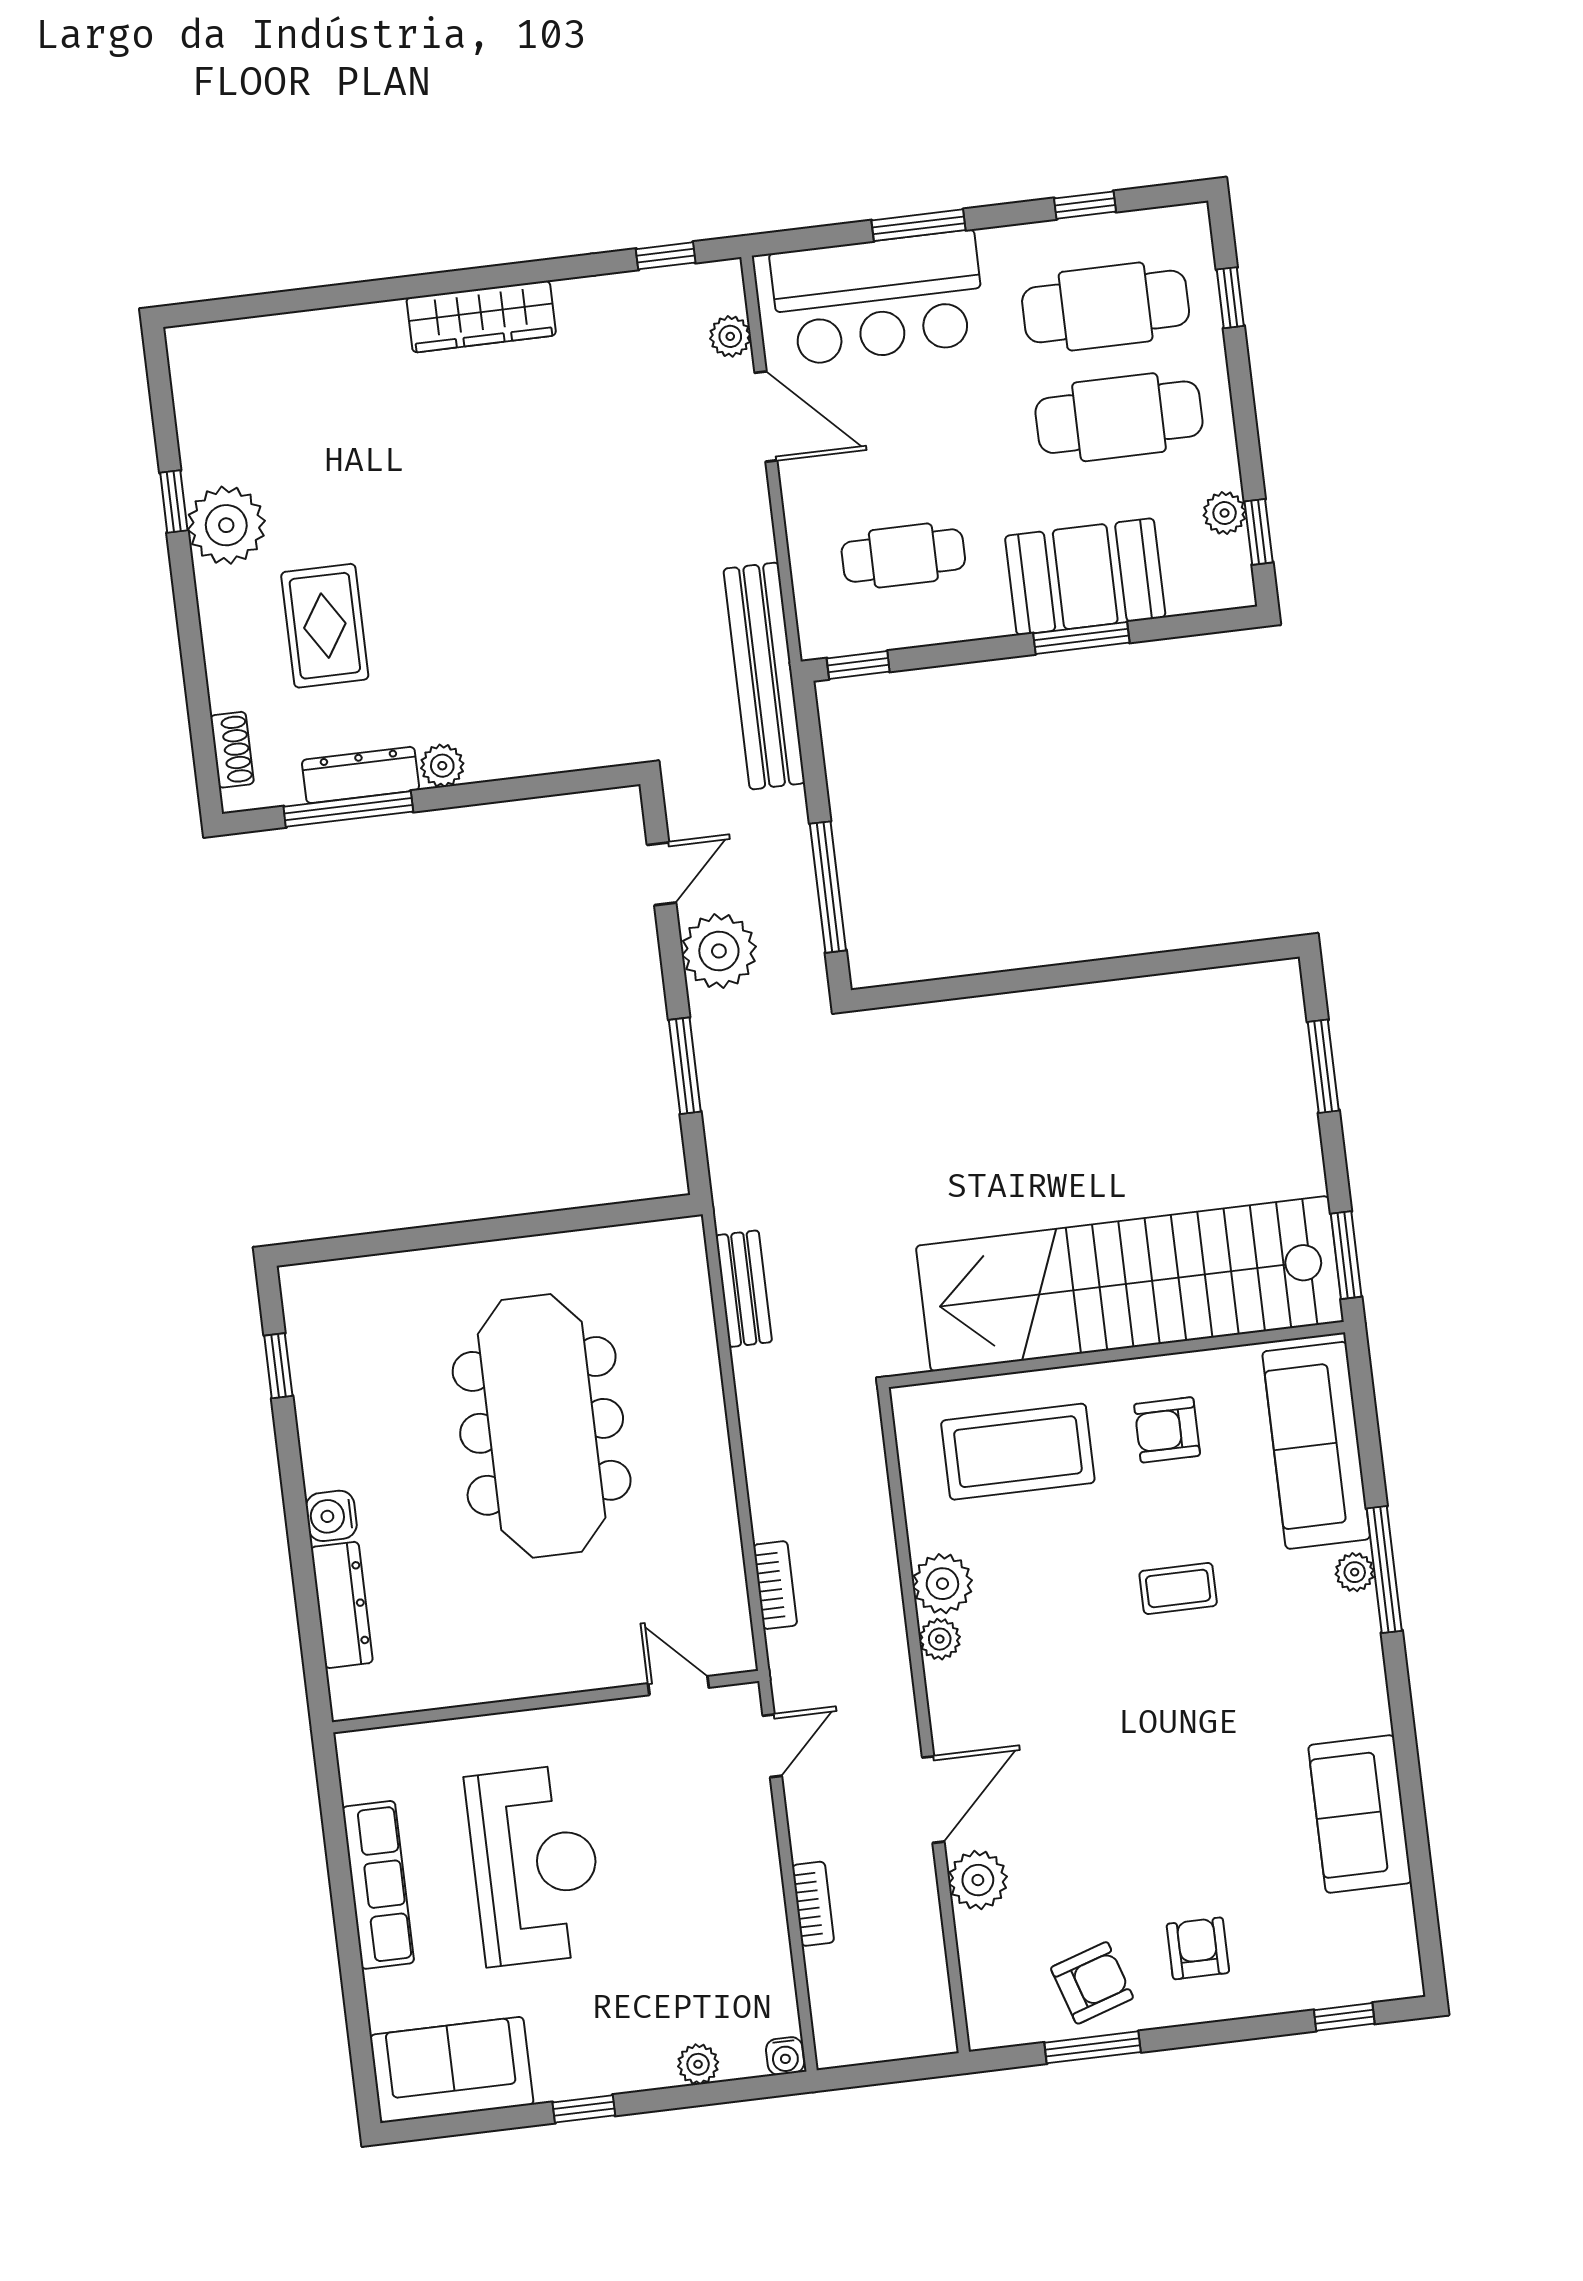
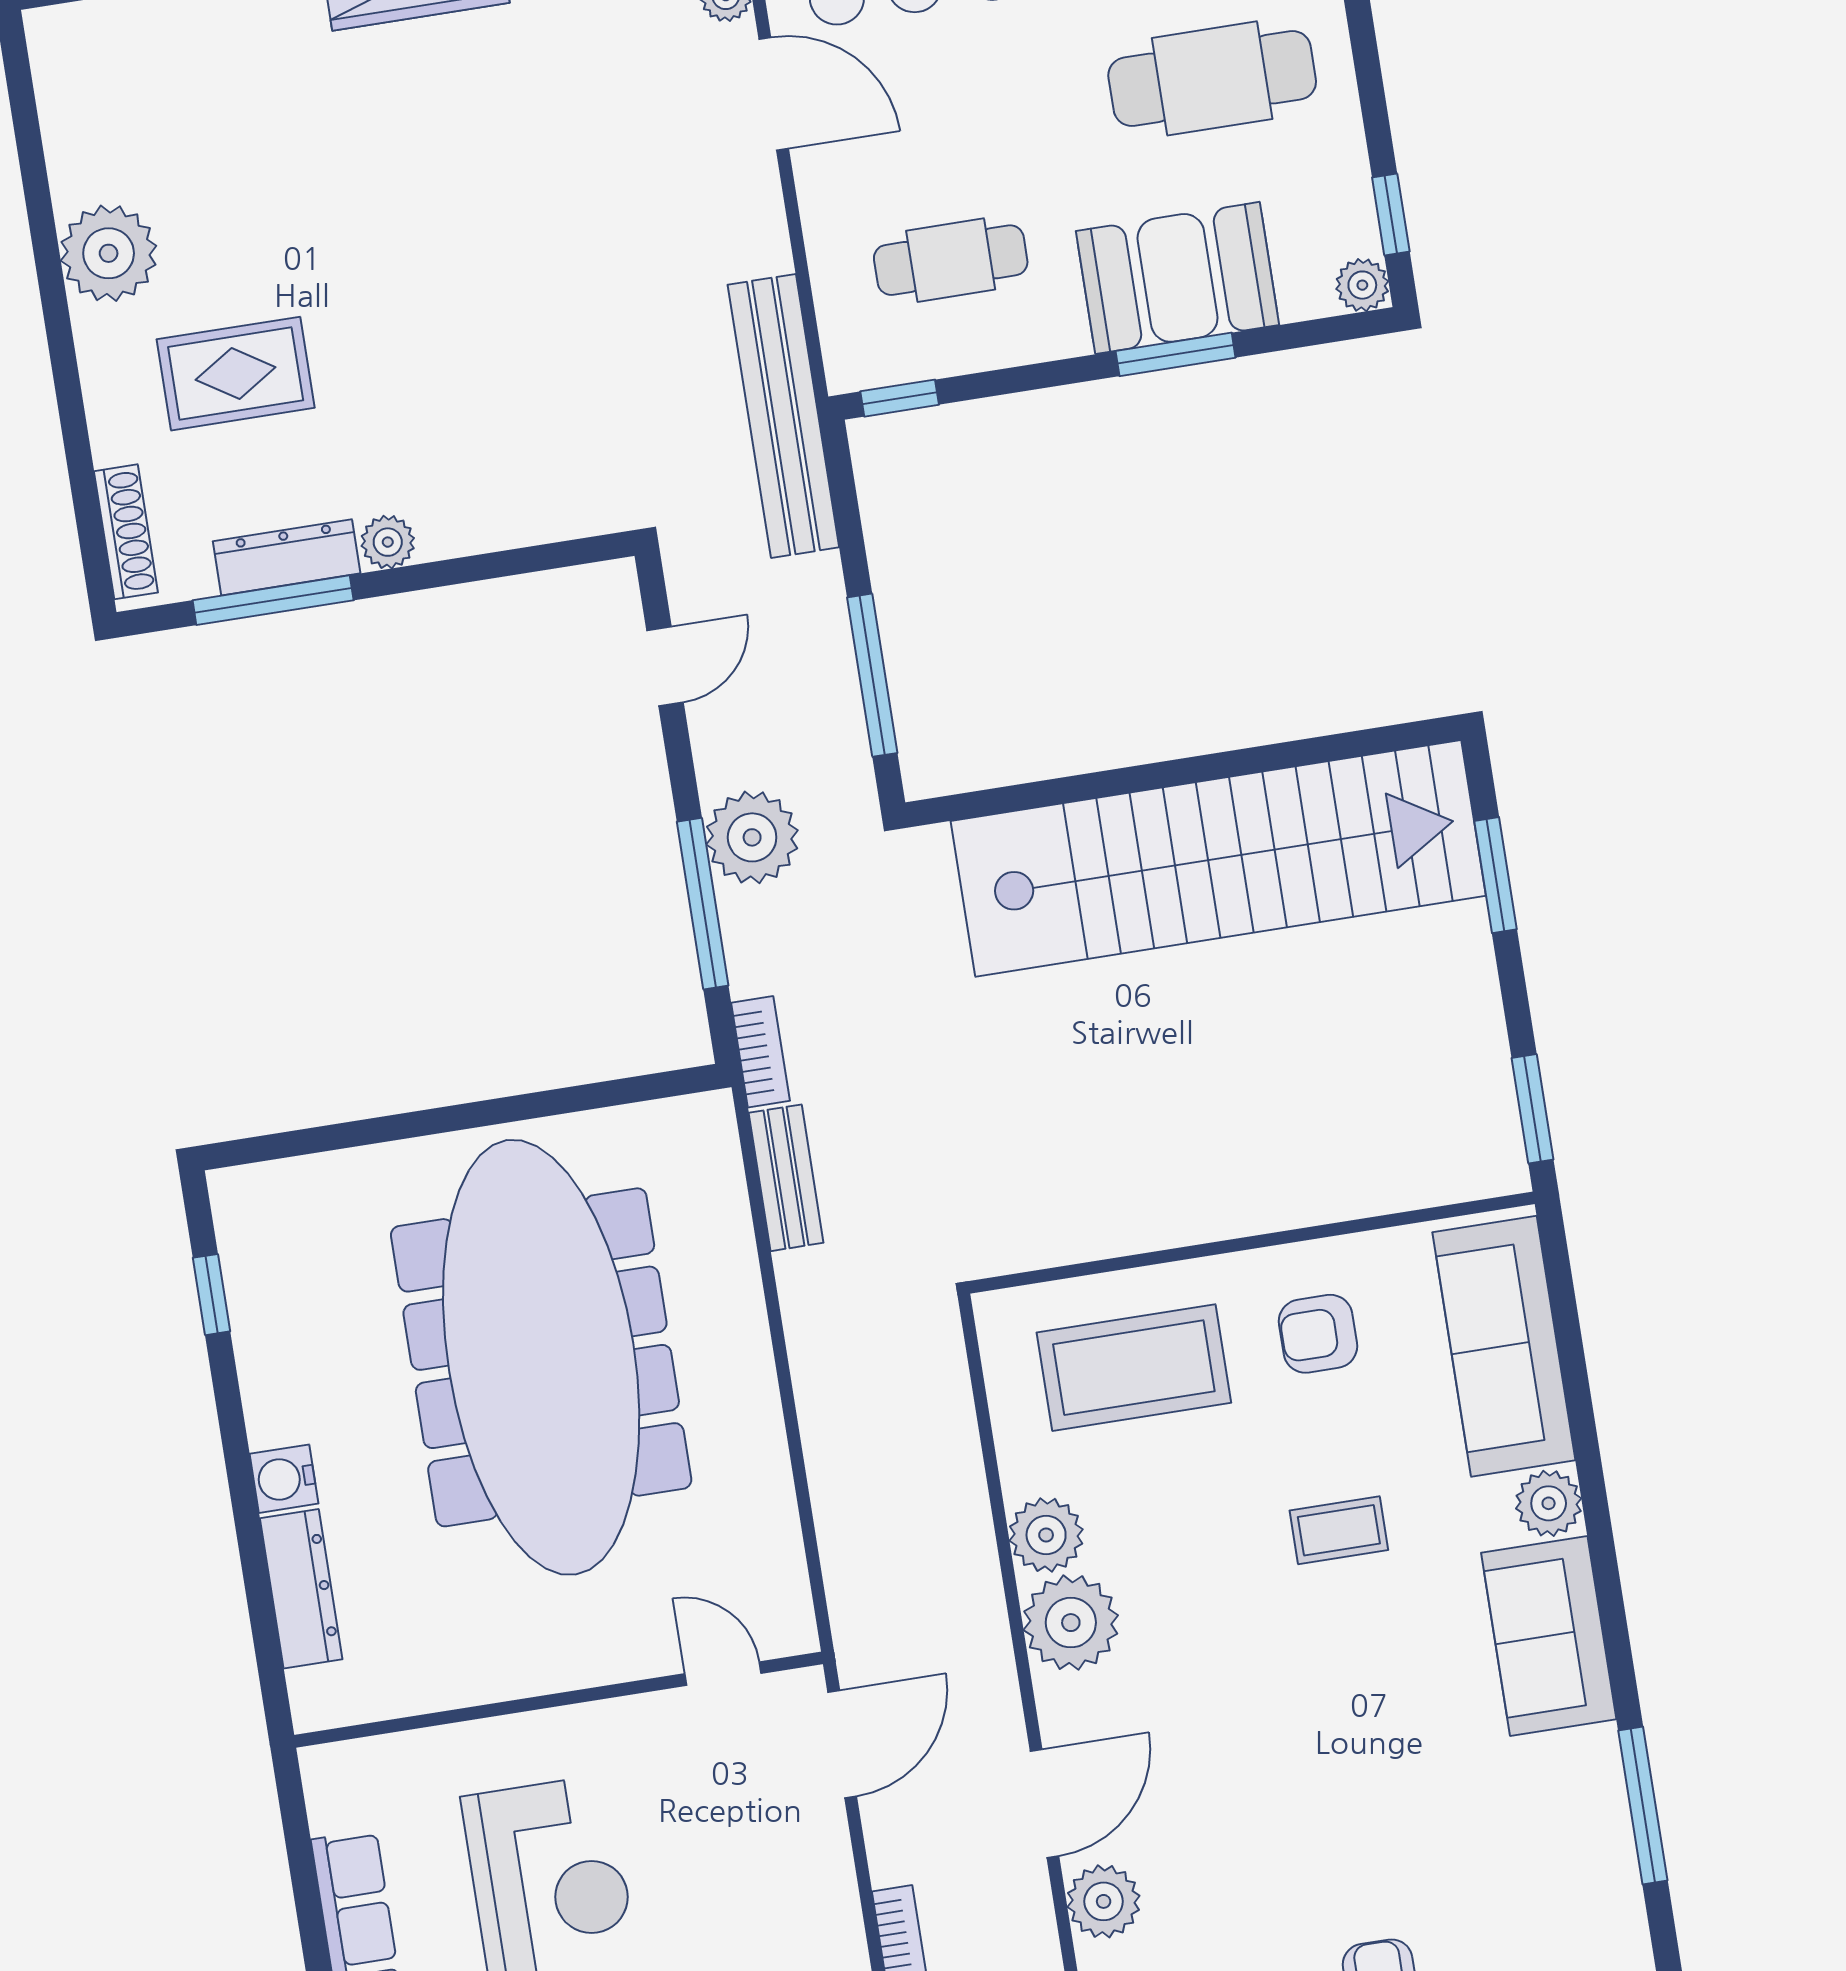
window: (174, 502) -> (42, 226), removed
plant: (1225, 513) -> (1362, 285), moved
rug: (325, 626) -> (236, 374), turned 90
shoe rack: (232, 750) -> (126, 532), width x1.43
plant: (719, 951) -> (752, 837), moved
window: (685, 1066) -> (703, 904), width x1.44
stairs: (1130, 1284) -> (1218, 858), moved, turned 180
meeting table: (542, 1426) -> (541, 1357), width x1.36, depth x1.27
window: (1384, 1570) -> (1643, 1805), moved
plant: (1355, 1572) -> (1549, 1503), width x1.38, depth x1.38
bookcase: (775, 1585) -> (760, 1052), moved
plant: (940, 1639) -> (1071, 1623), width x1.88, depth x1.88
door: (772, 1746) -> (842, 1744), width x1.38
sofa: (1360, 1814) -> (1549, 1636), moved

